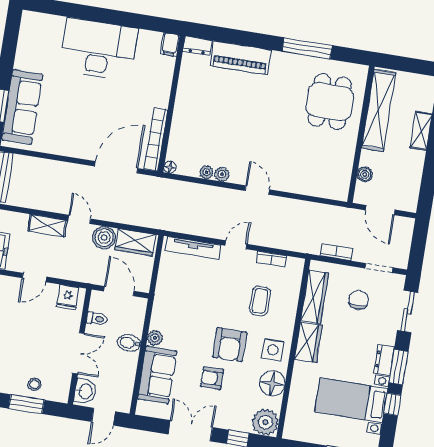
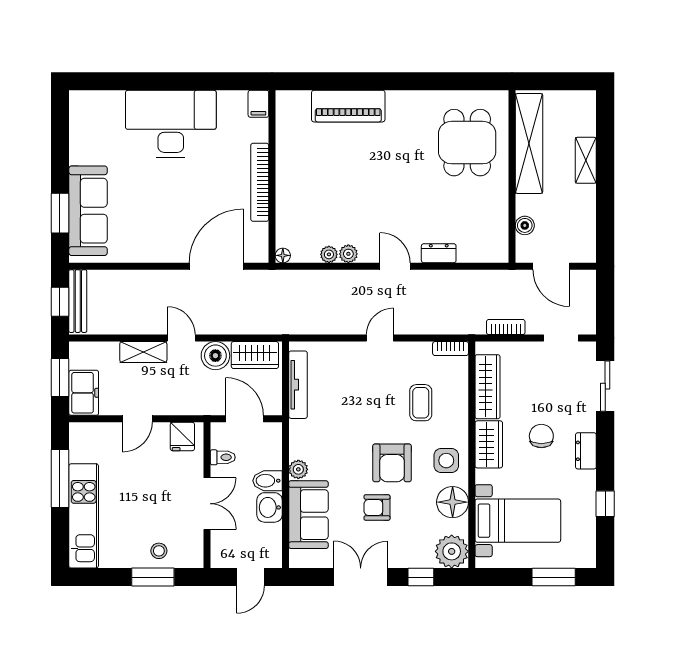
dresser: (198, 46) -> (439, 253), moved, turned 180
window: (307, 48) -> (429, 81), removed
bookcase: (156, 139) -> (260, 182), moved
tv unit: (193, 248) -> (298, 385), moved, turned -90
bookcase: (271, 259) -> (451, 349), moved
chair: (359, 300) -> (541, 436), moved
window: (399, 367) -> (605, 457), removed
washbasin: (85, 391) -> (270, 507), moved, turned 180
bed with nightstands: (351, 400) -> (518, 521), moved, turned 180

